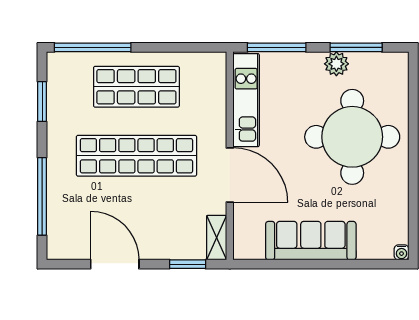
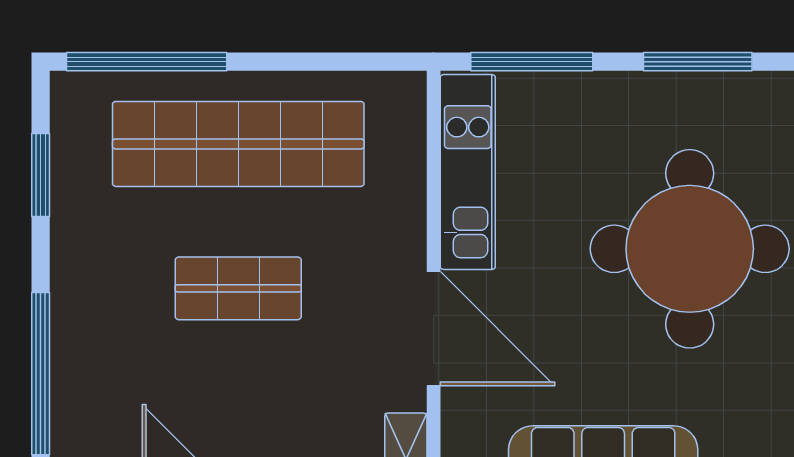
plant: (336, 64) -> (657, 96), removed
shop shelf: (136, 87) -> (238, 144), width x1.40
shop shelf: (136, 156) -> (238, 288), width x0.50, depth x0.74

